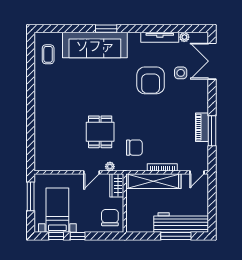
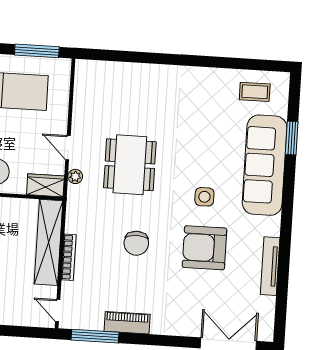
window: (106, 29) -> (292, 138), moved
plant: (184, 37) -> (268, 304), removed
side table: (181, 73) -> (204, 197), moved
window: (212, 131) -> (95, 336), moved
dining table: (100, 132) -> (130, 165), width x1.38
chair: (134, 148) -> (136, 243), moved

